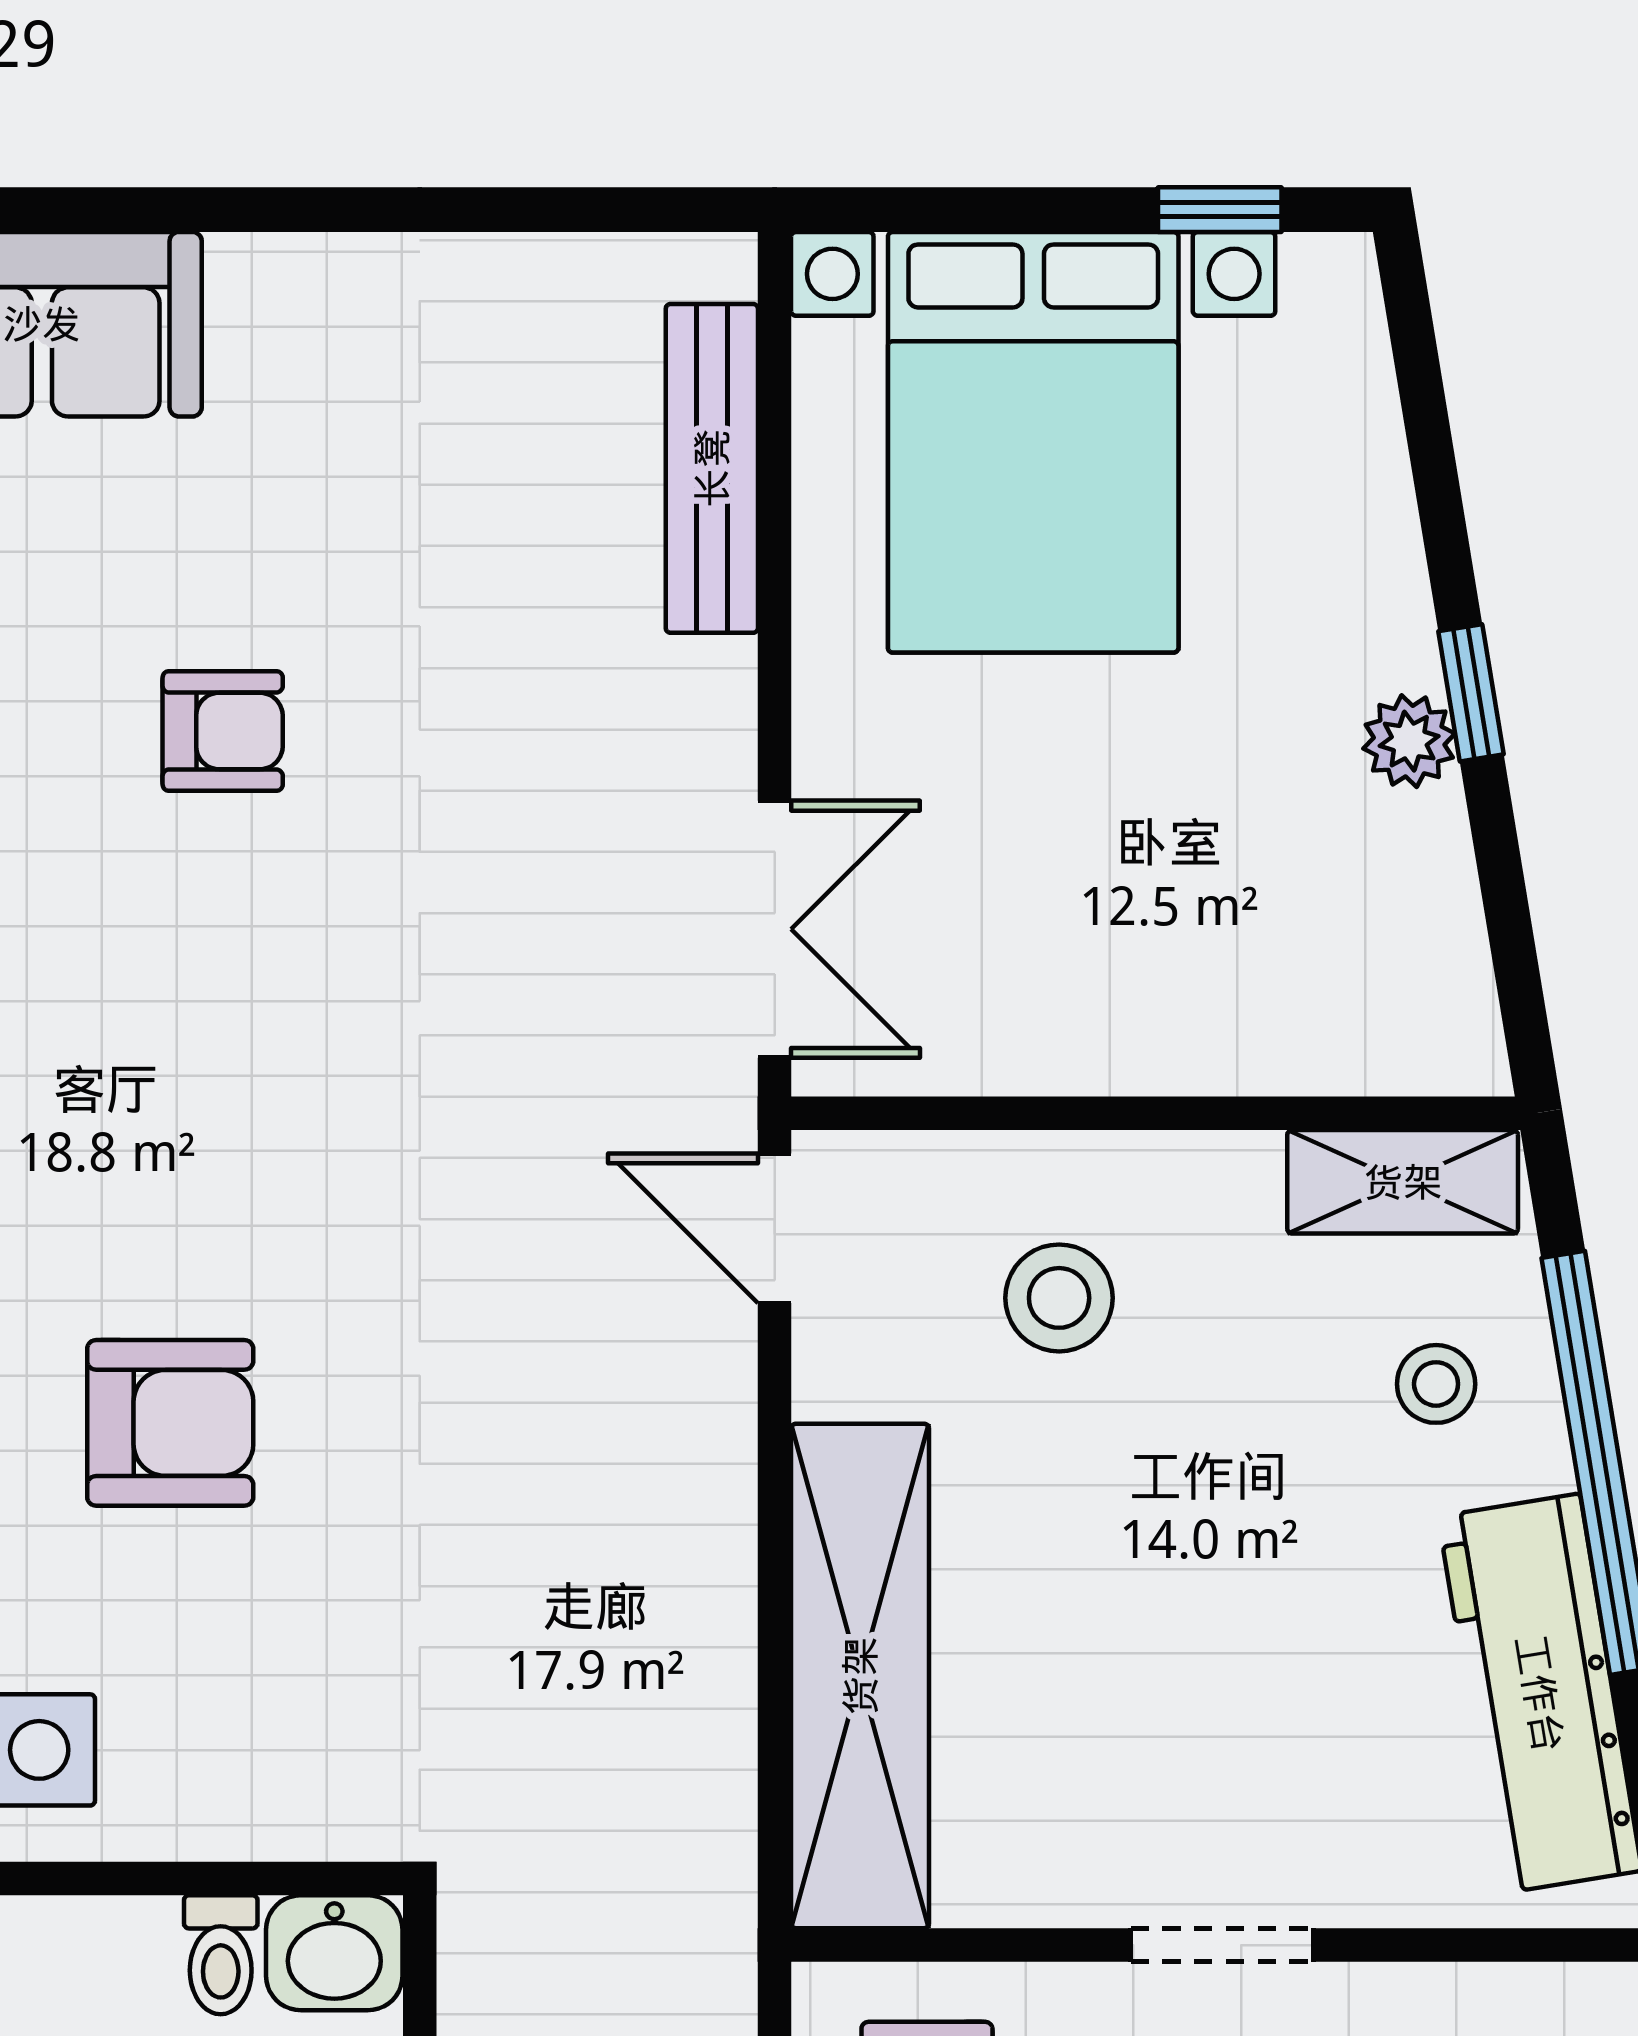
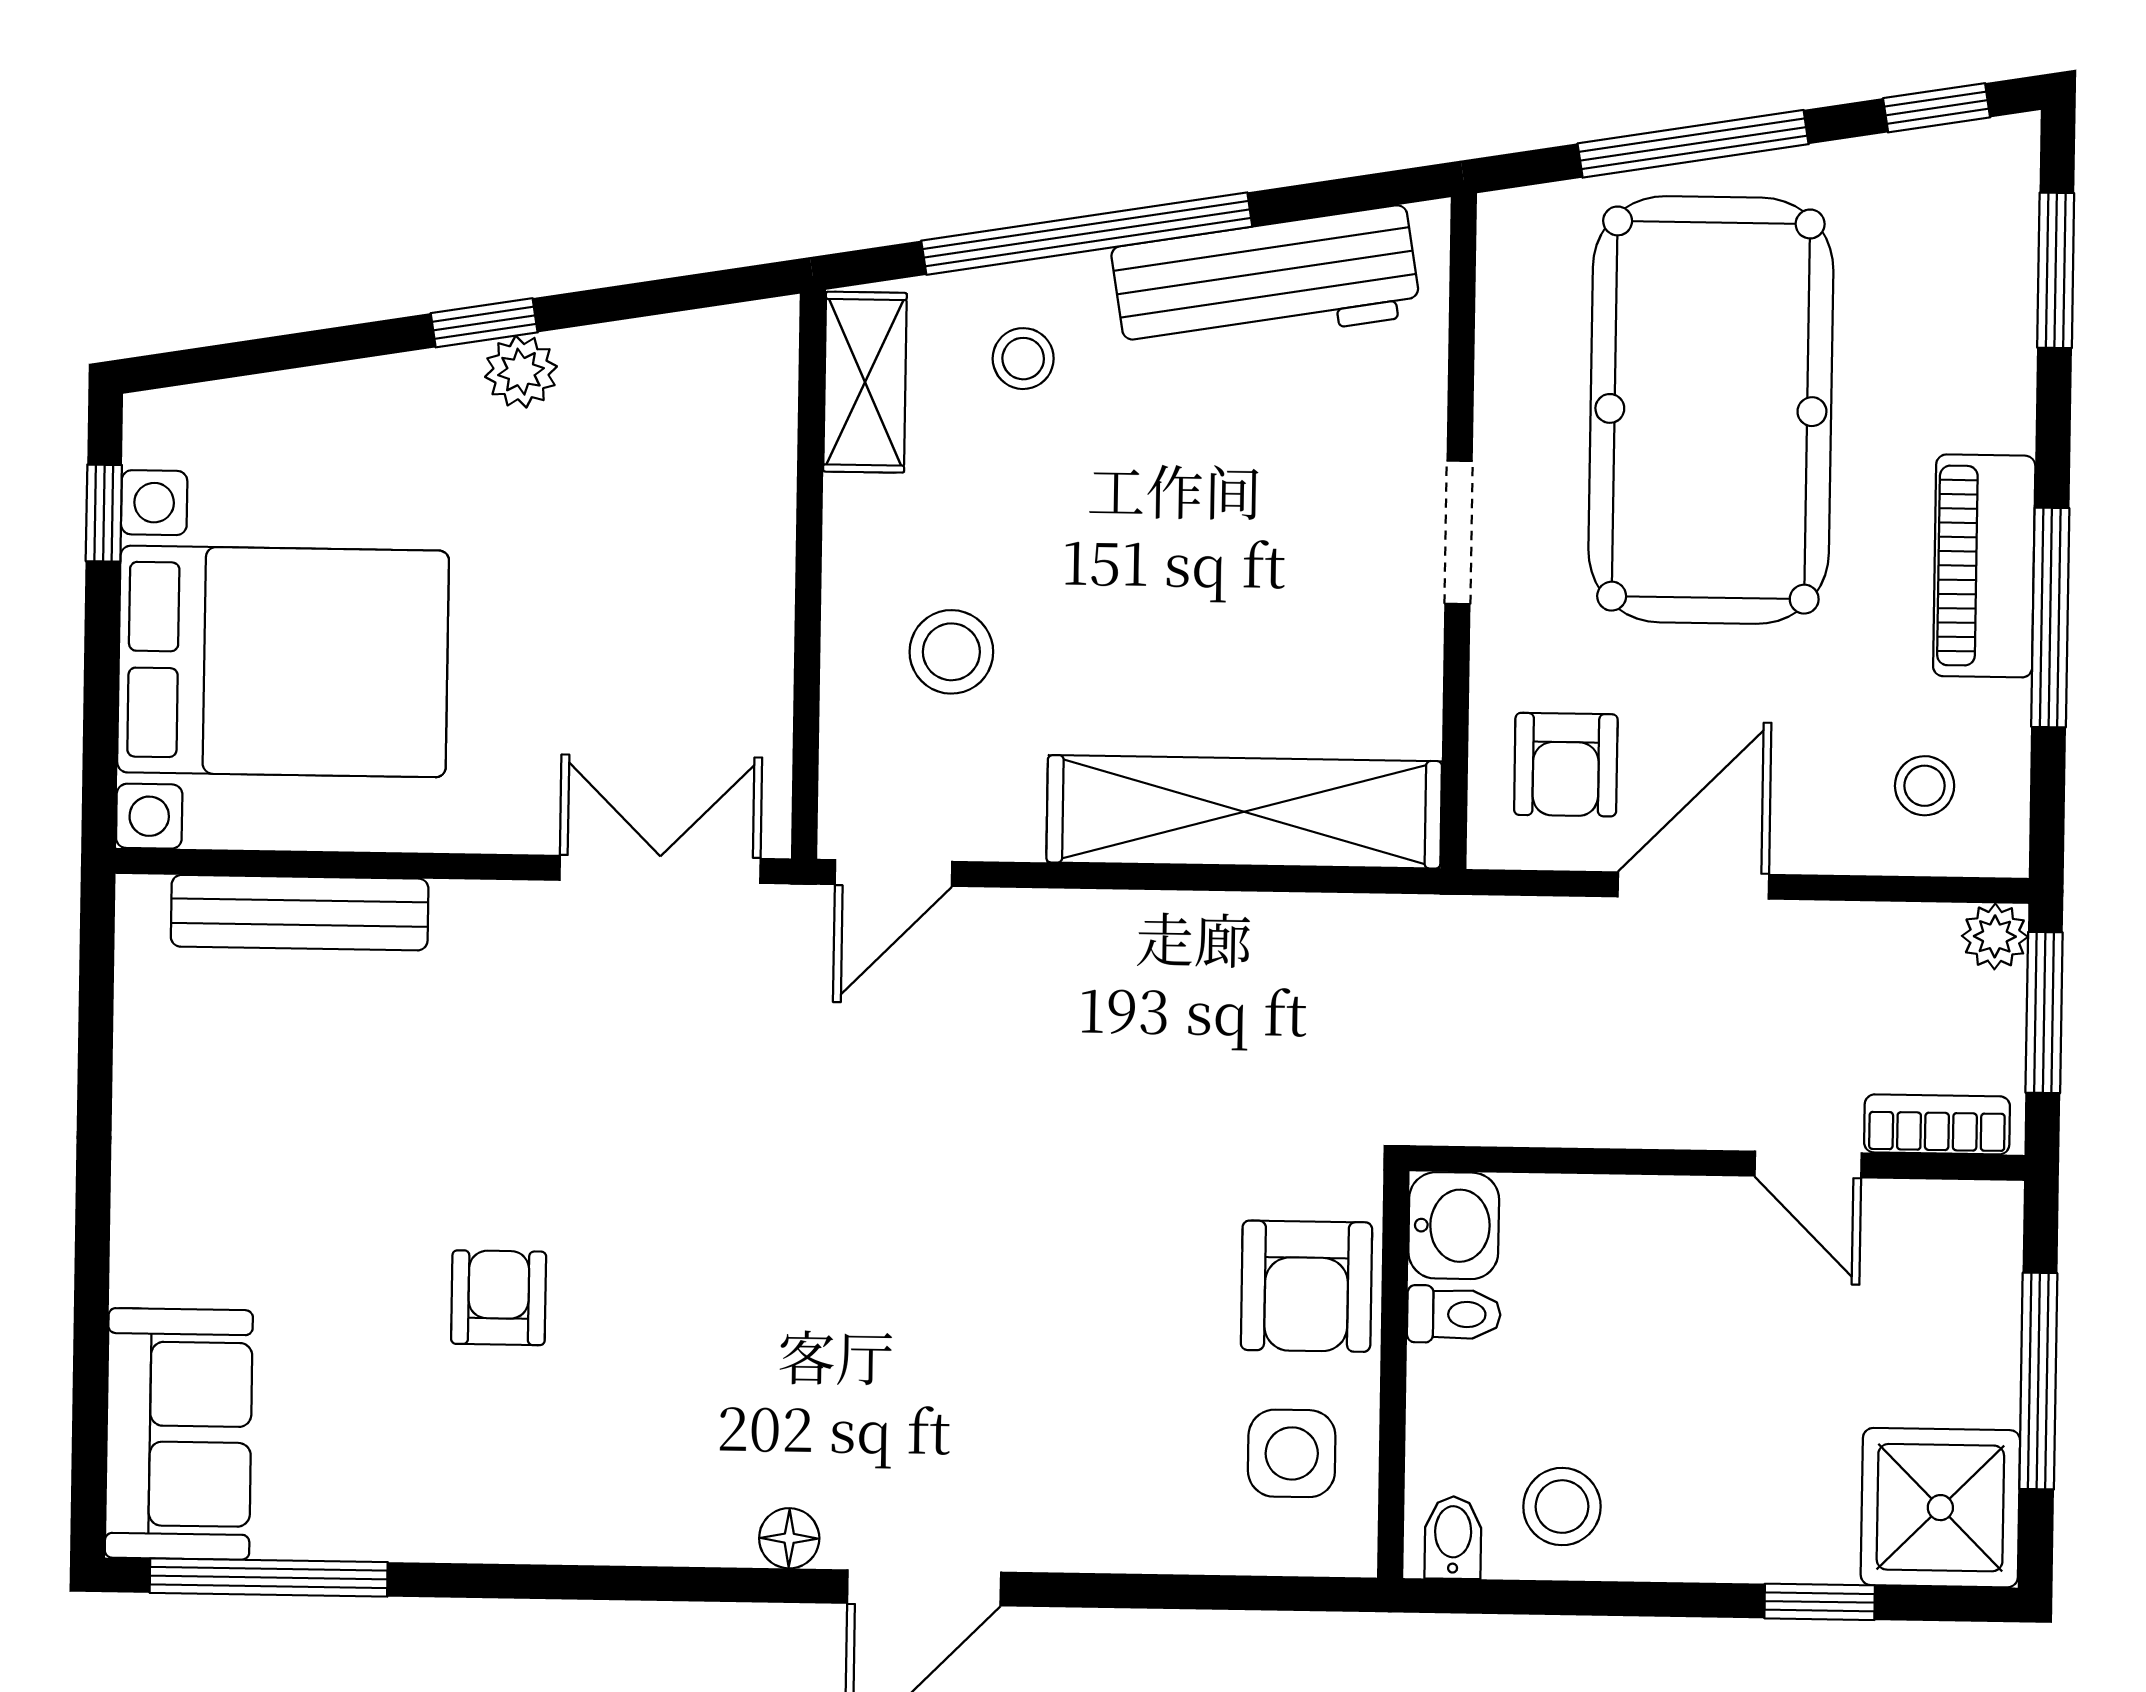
armchair: (170, 1423) -> (1306, 1286), moved, turned 180

